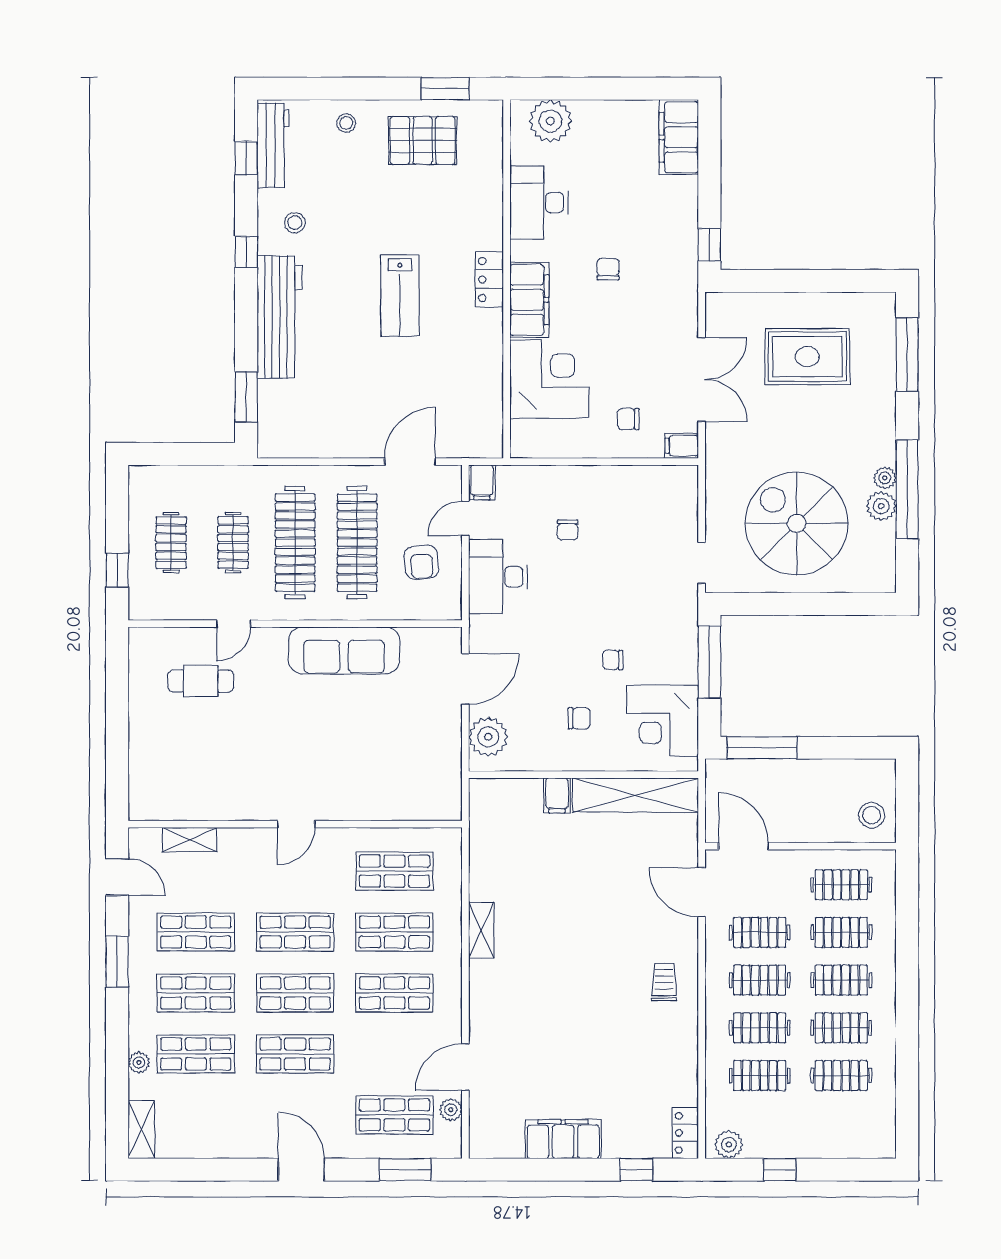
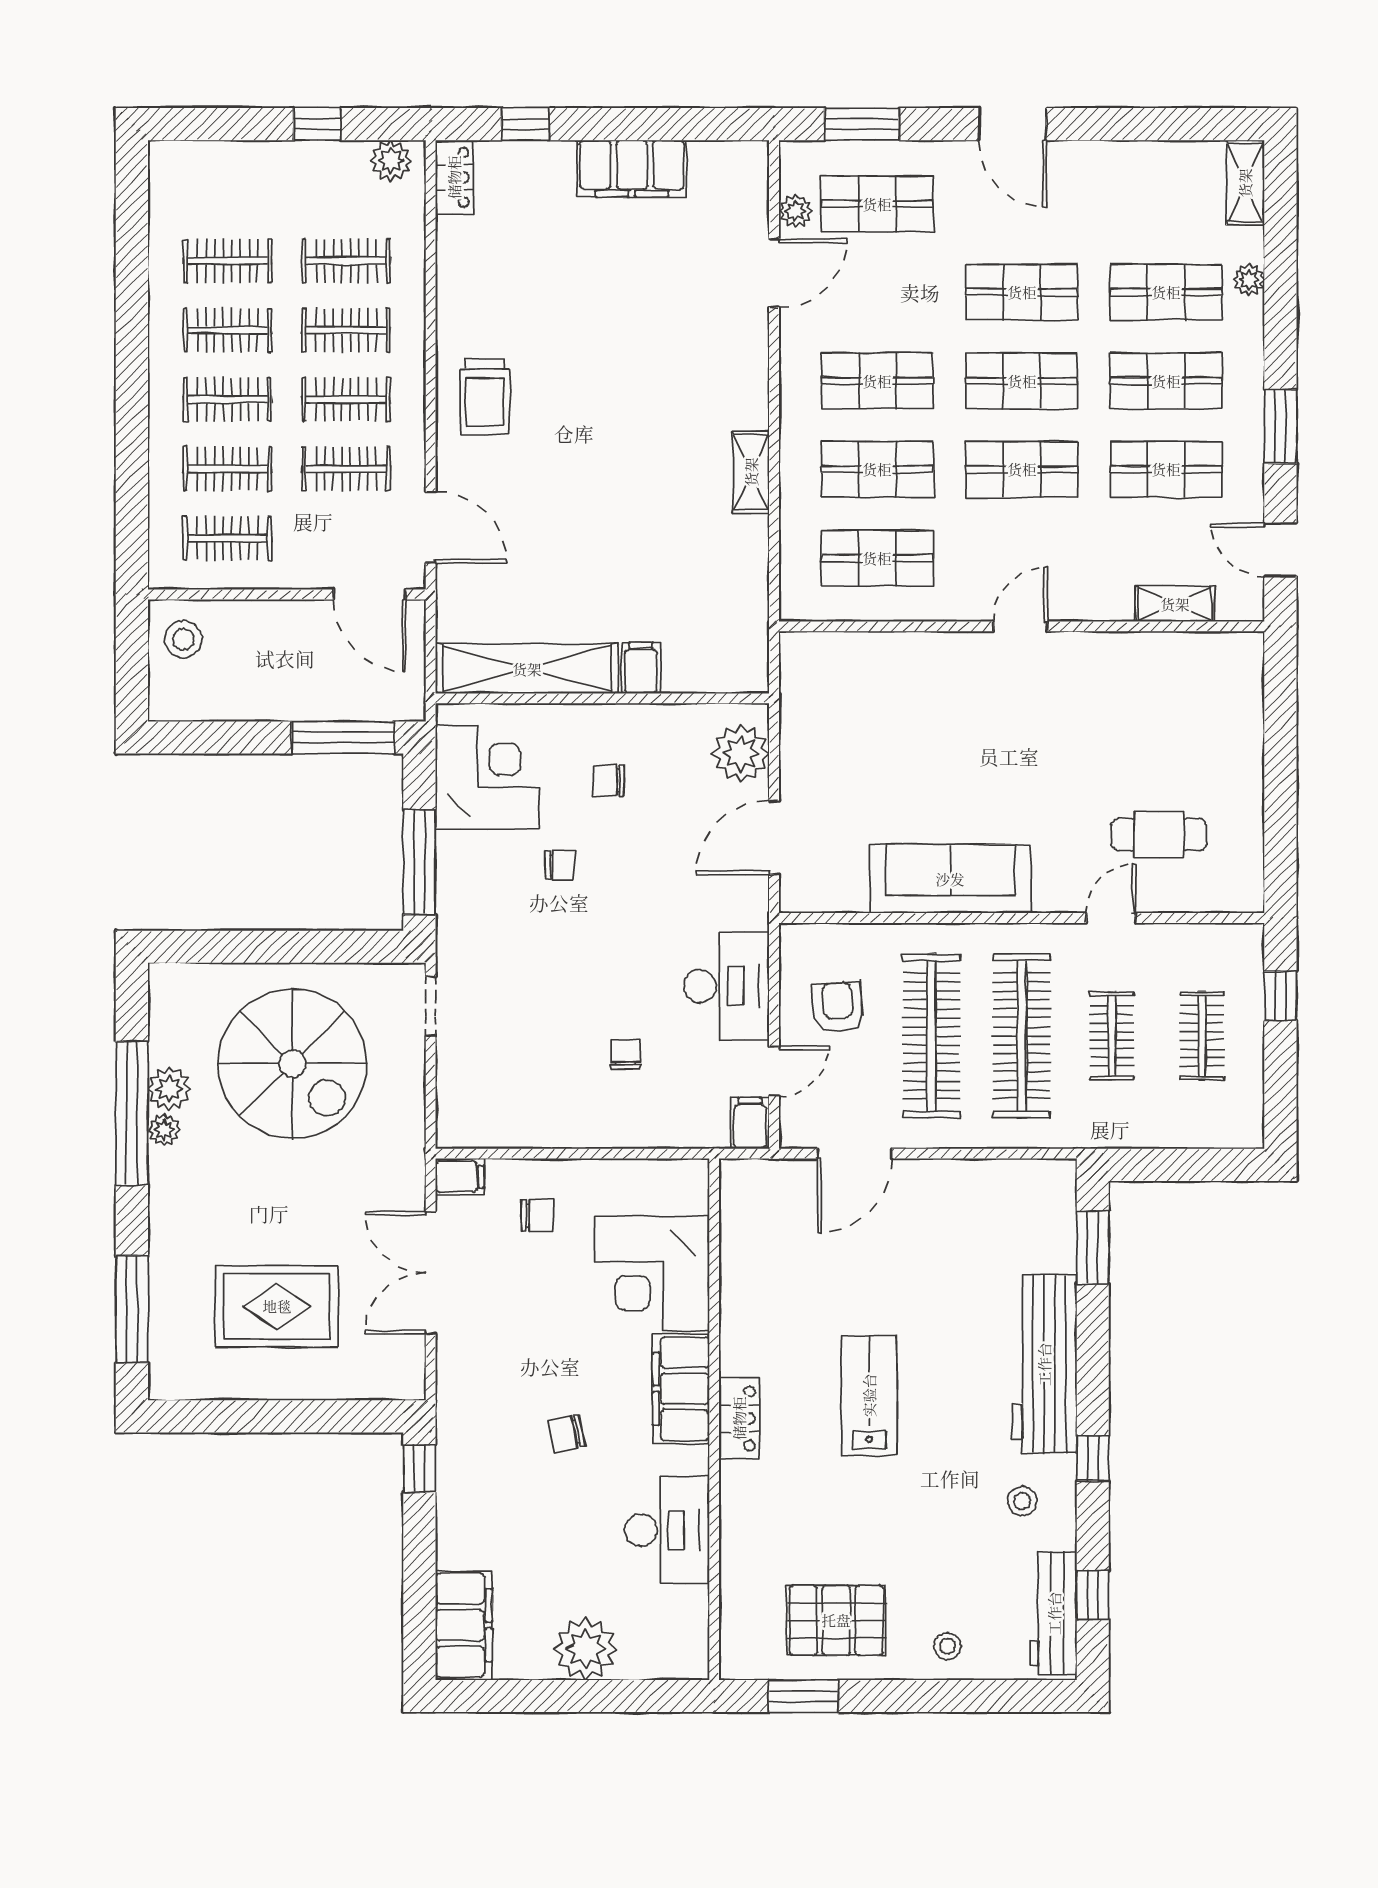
plant: (550, 121) -> (586, 1649), moved
chair: (608, 269) -> (567, 1433), turned 78
trolley: (664, 982) -> (485, 397), width x1.36, depth x1.39

